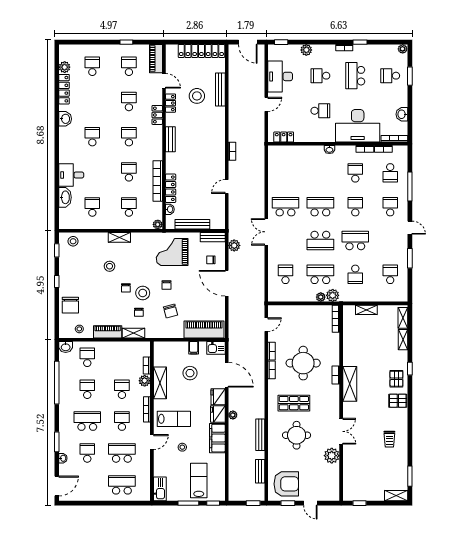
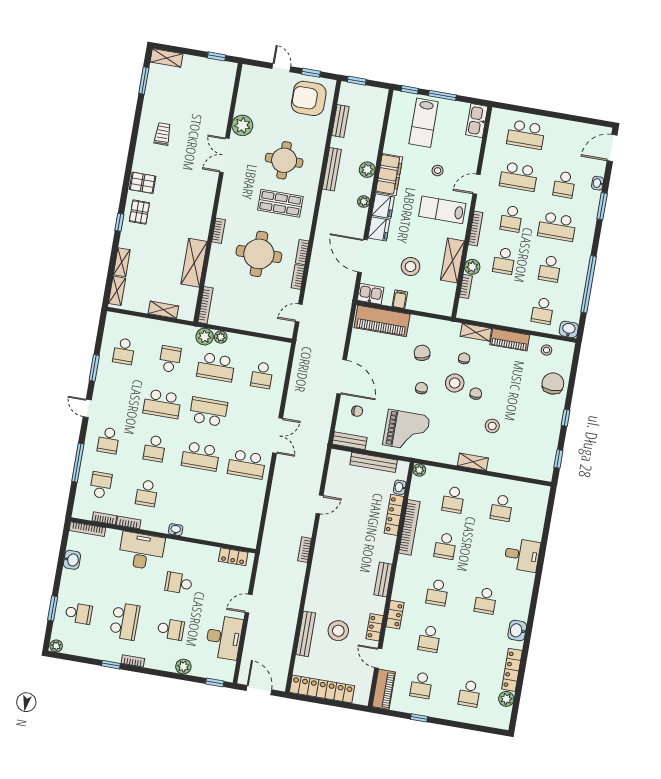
desk: (358, 126) -> (142, 551), width x0.73, depth x0.77
washbasin: (65, 197) -> (535, 527), removed
stool: (73, 241) -> (535, 467), removed
plant: (234, 245) -> (367, 170), moved
shelving: (350, 384) -> (194, 263), moved

